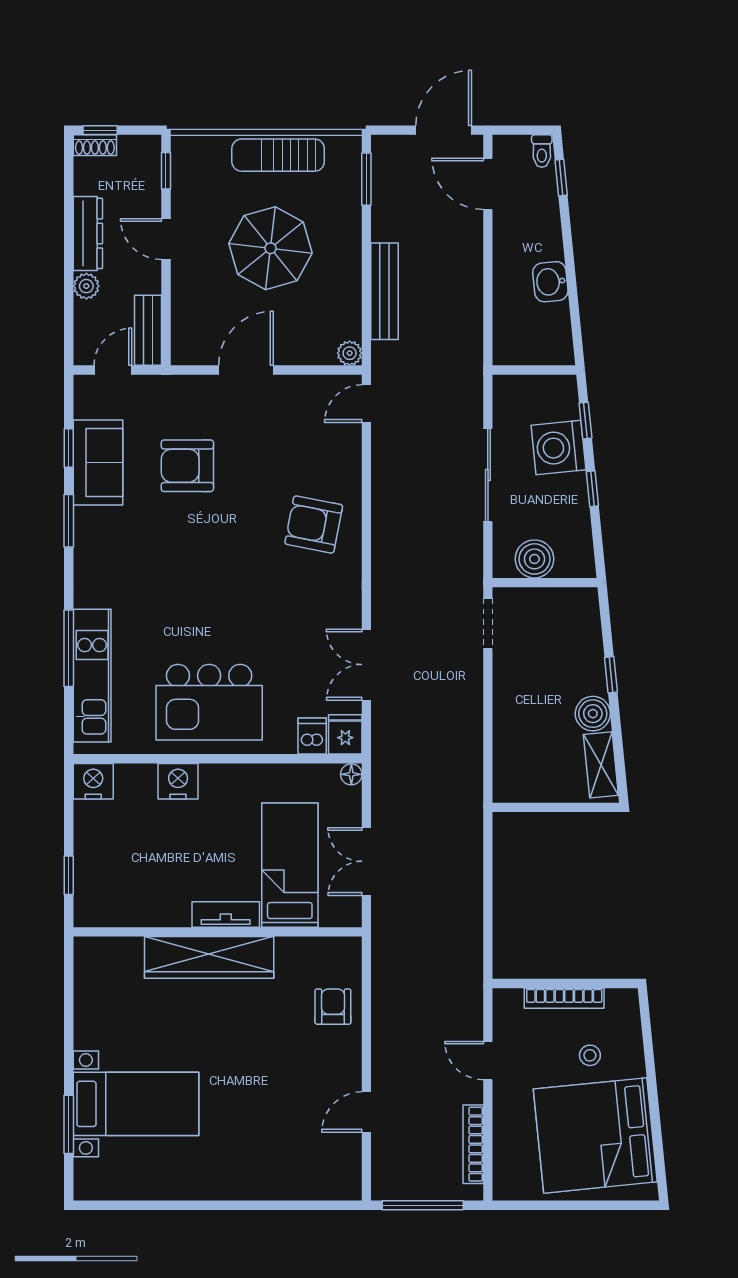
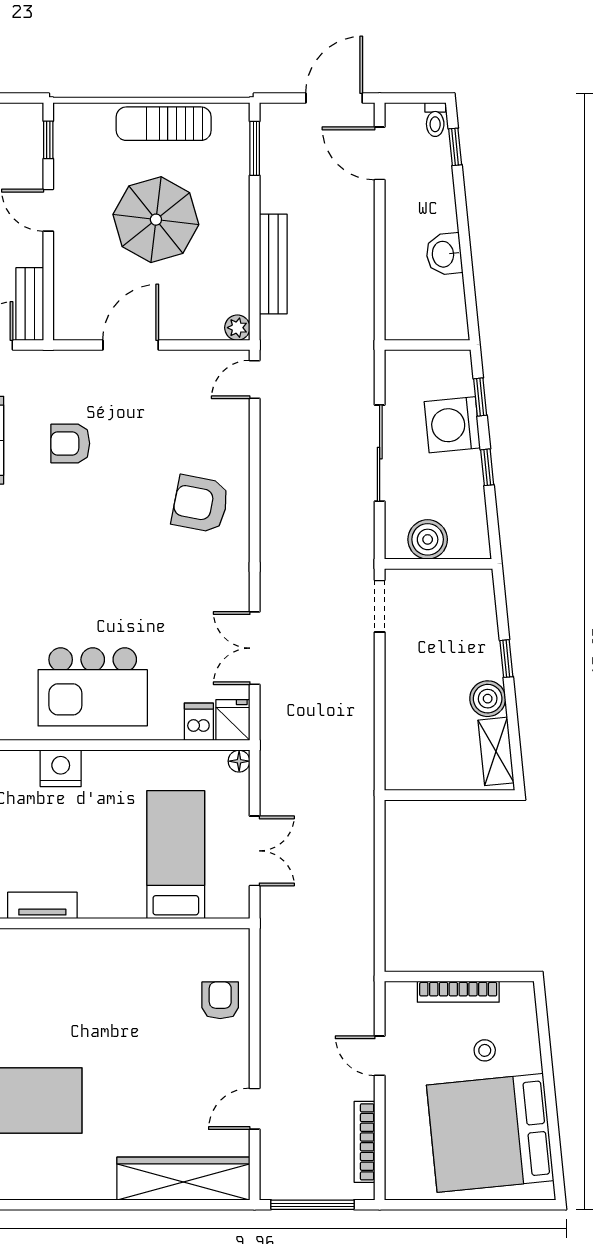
armchair: (187, 466) -> (70, 443), width x0.72, depth x0.72
double door: (366, 861) -> (255, 851), swing flipped
tv unit: (226, 914) -> (42, 905), moved
wardrobe: (209, 957) -> (183, 1179), moved, turned 180

